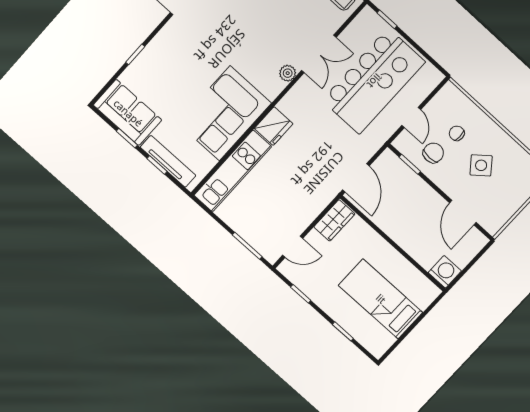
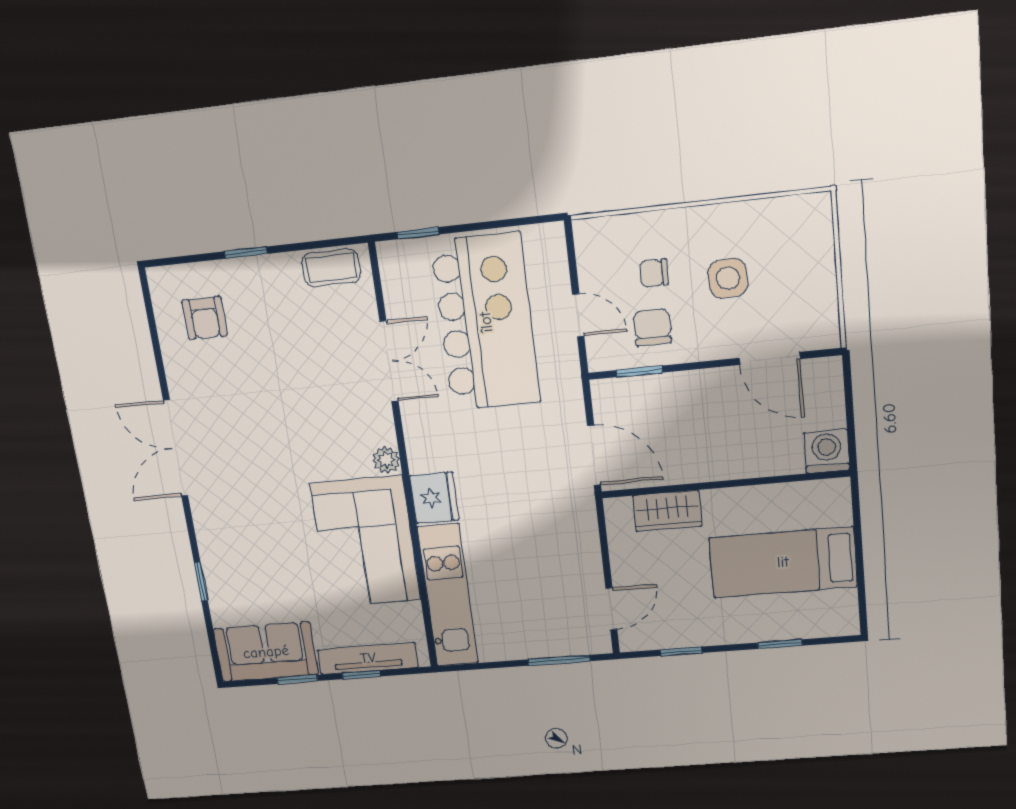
plant: (288, 73) -> (386, 460), moved
side table: (481, 165) -> (728, 278), turned 35
wardrobe: (334, 220) -> (667, 511), moved, turned 90

